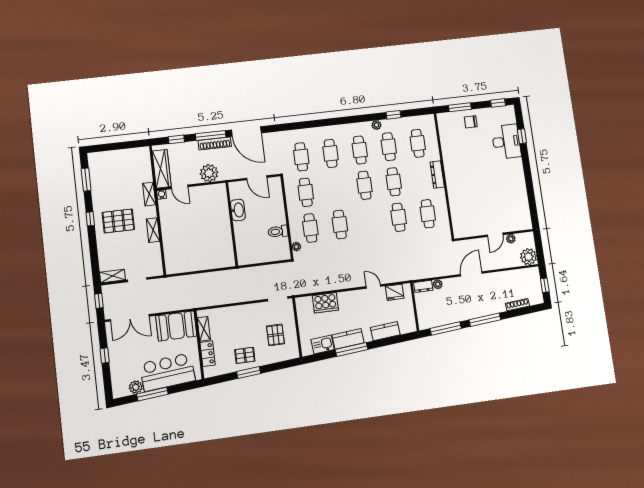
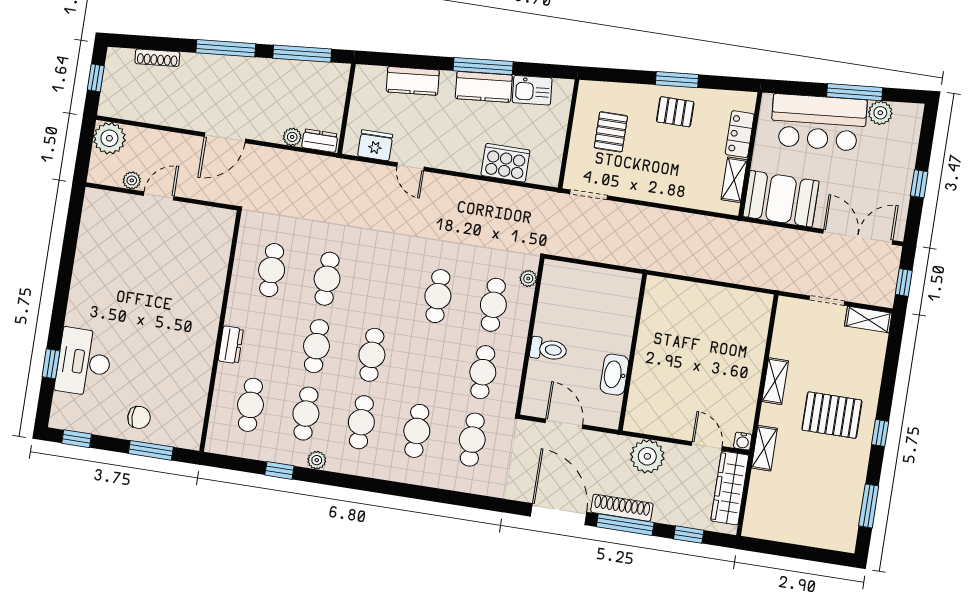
dresser: (437, 175) -> (231, 345), width x0.70
toilet: (278, 231) -> (548, 349), moved

